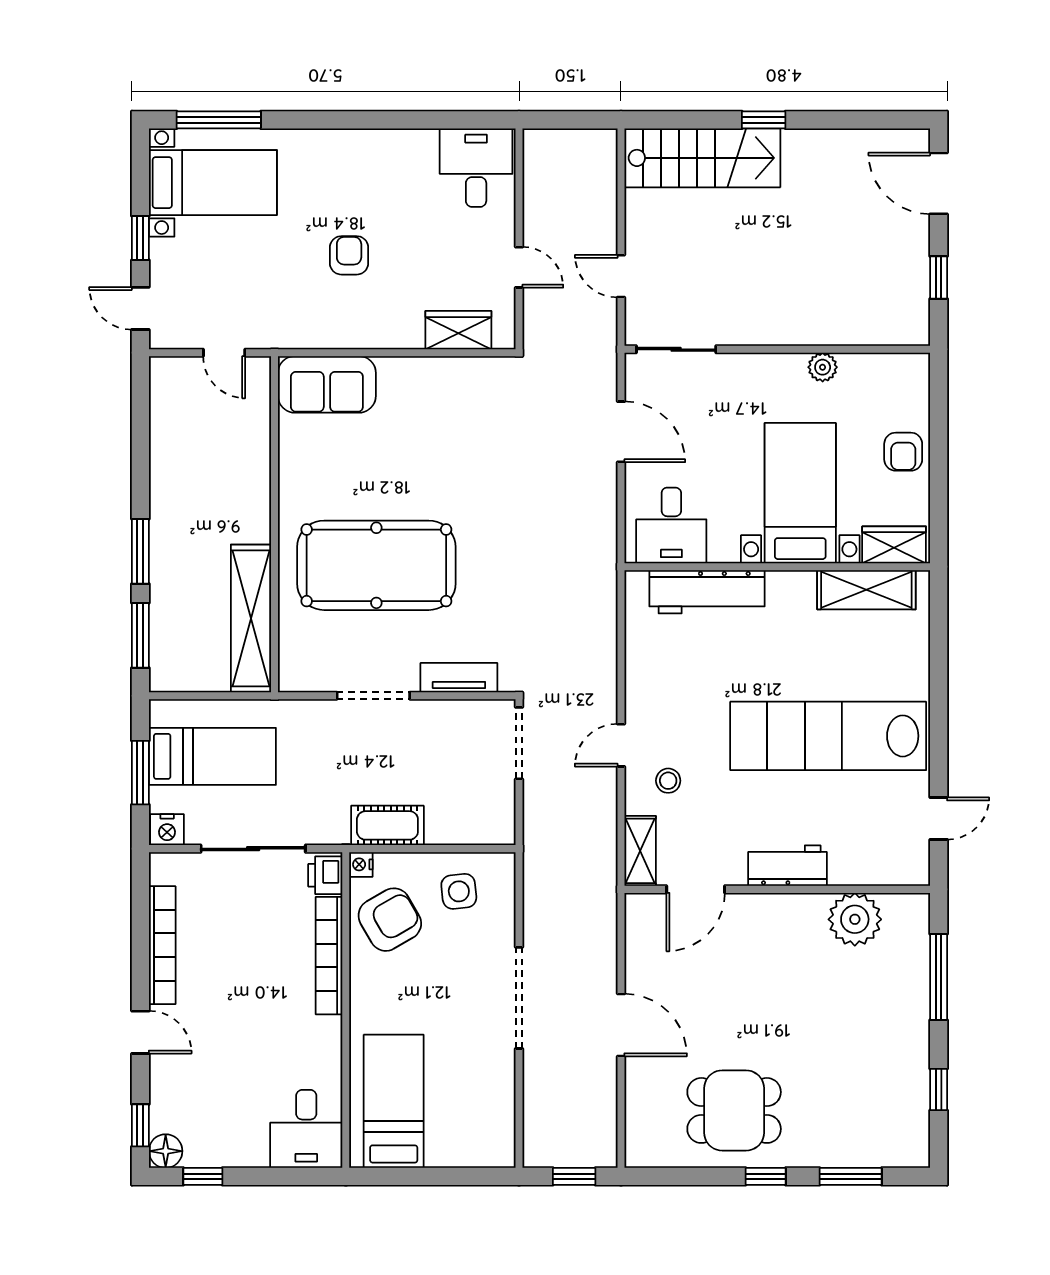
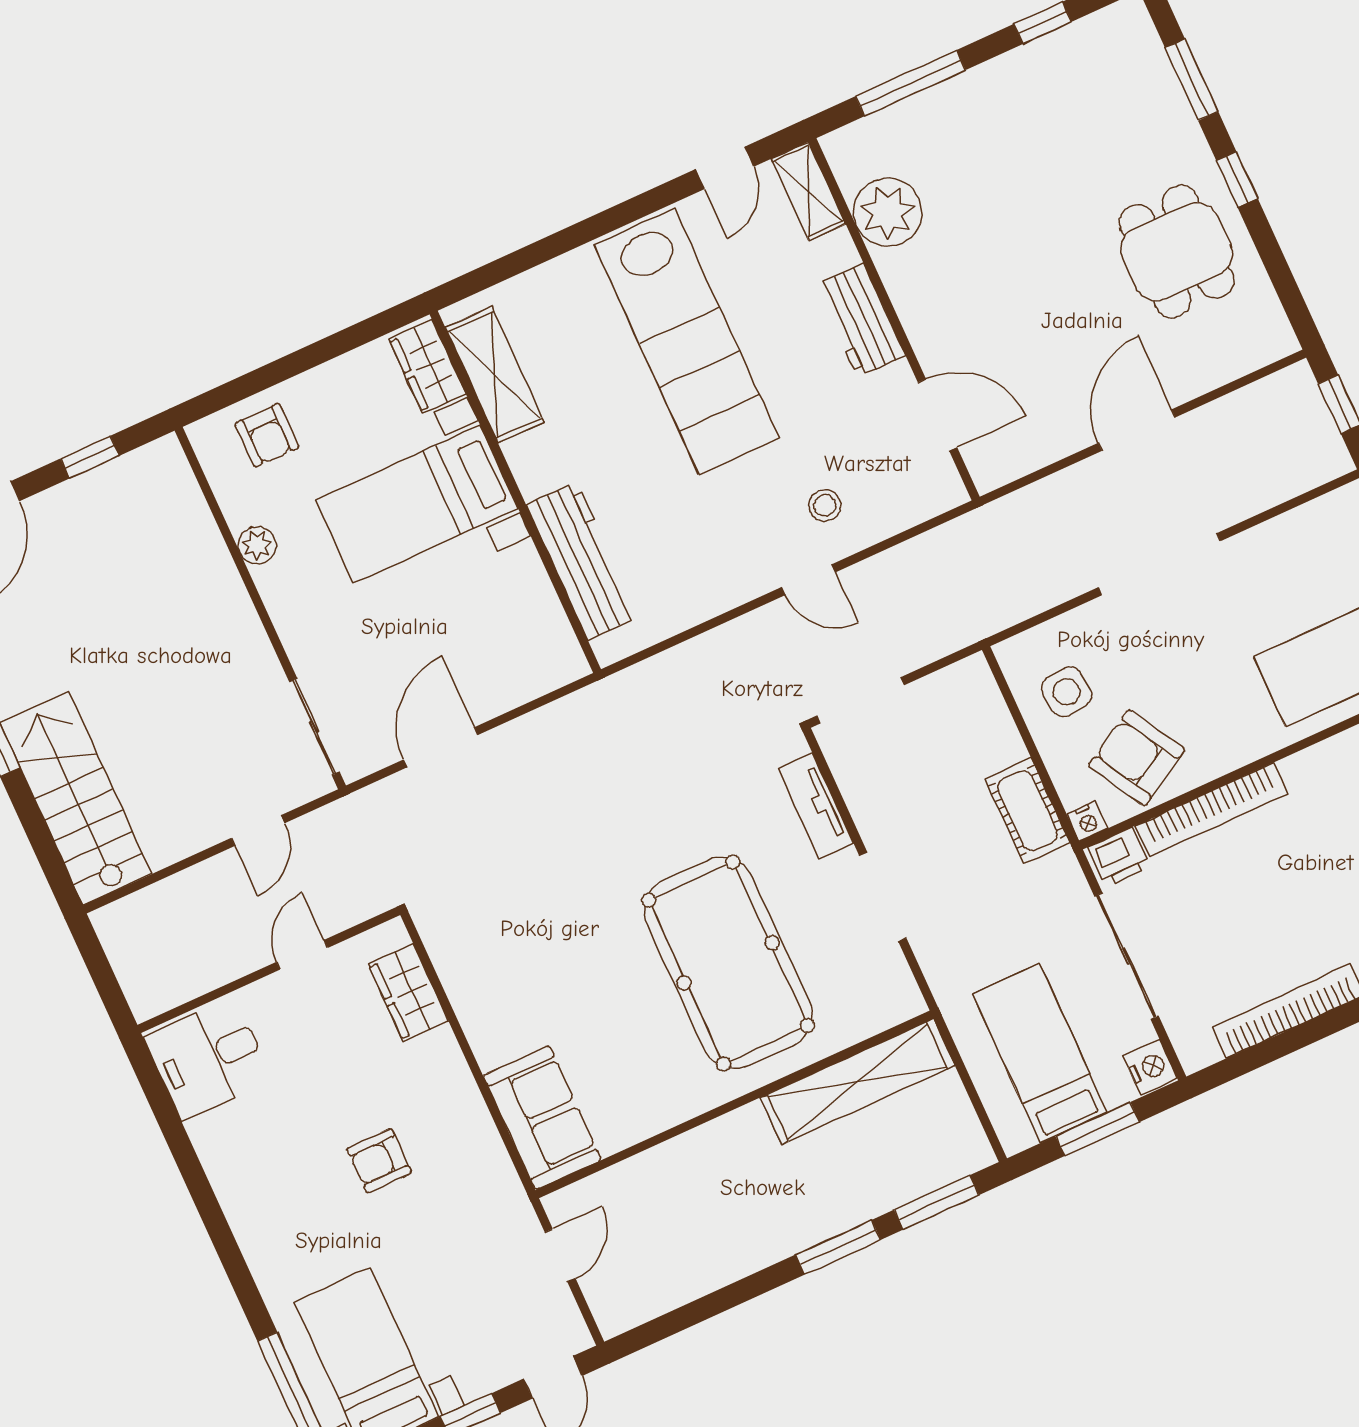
armchair: (903, 452) -> (267, 435), moved, turned 90
desk: (671, 525) -> (524, 638), removed
door: (939, 819) -> (725, 168), swing flipped
shelving: (640, 851) -> (809, 191), moved, turned 90

